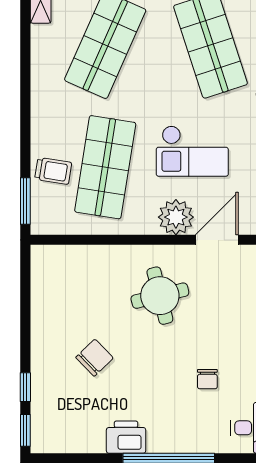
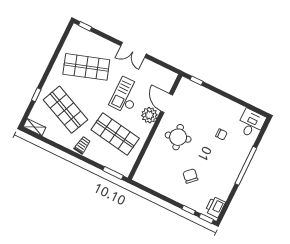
checkout: (192, 151) -> (126, 95), turned 180
trolley: (53, 171) -> (82, 145), moved
printer: (126, 437) -> (215, 207), moved

